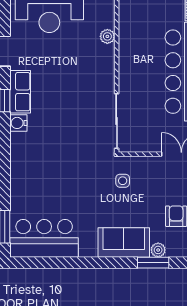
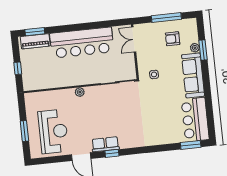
plant: (107, 36) -> (80, 92), moved
water cooler: (18, 123) -> (125, 143), removed
sofa: (124, 242) -> (193, 75), width x1.36

